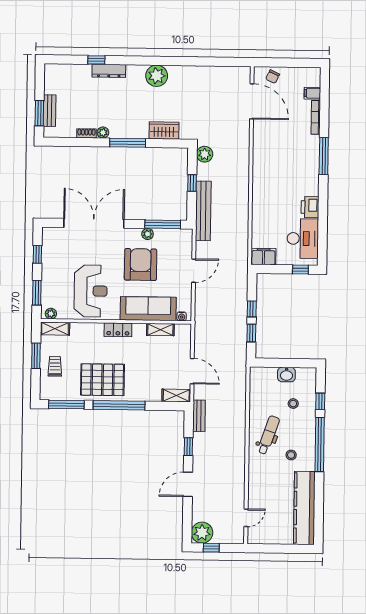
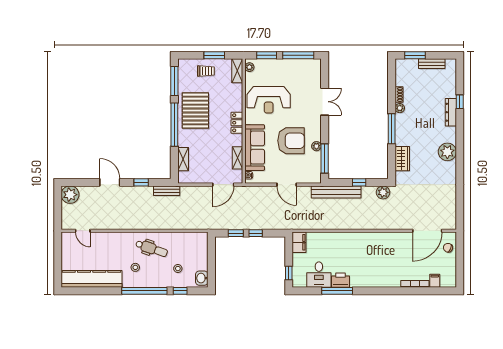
bench: (50, 111) -> (432, 64), moved
window: (324, 156) -> (337, 291), moved
double door: (94, 223) -> (325, 102), width x0.54
desk: (303, 239) -> (319, 275), width x0.73
window: (37, 254) -> (298, 55), width x2.17
door: (192, 371) -> (223, 185), moved
washbasin: (286, 375) -> (202, 278), moved
shelving: (176, 396) -> (183, 159), moved
window: (211, 548) -> (58, 202), removed

